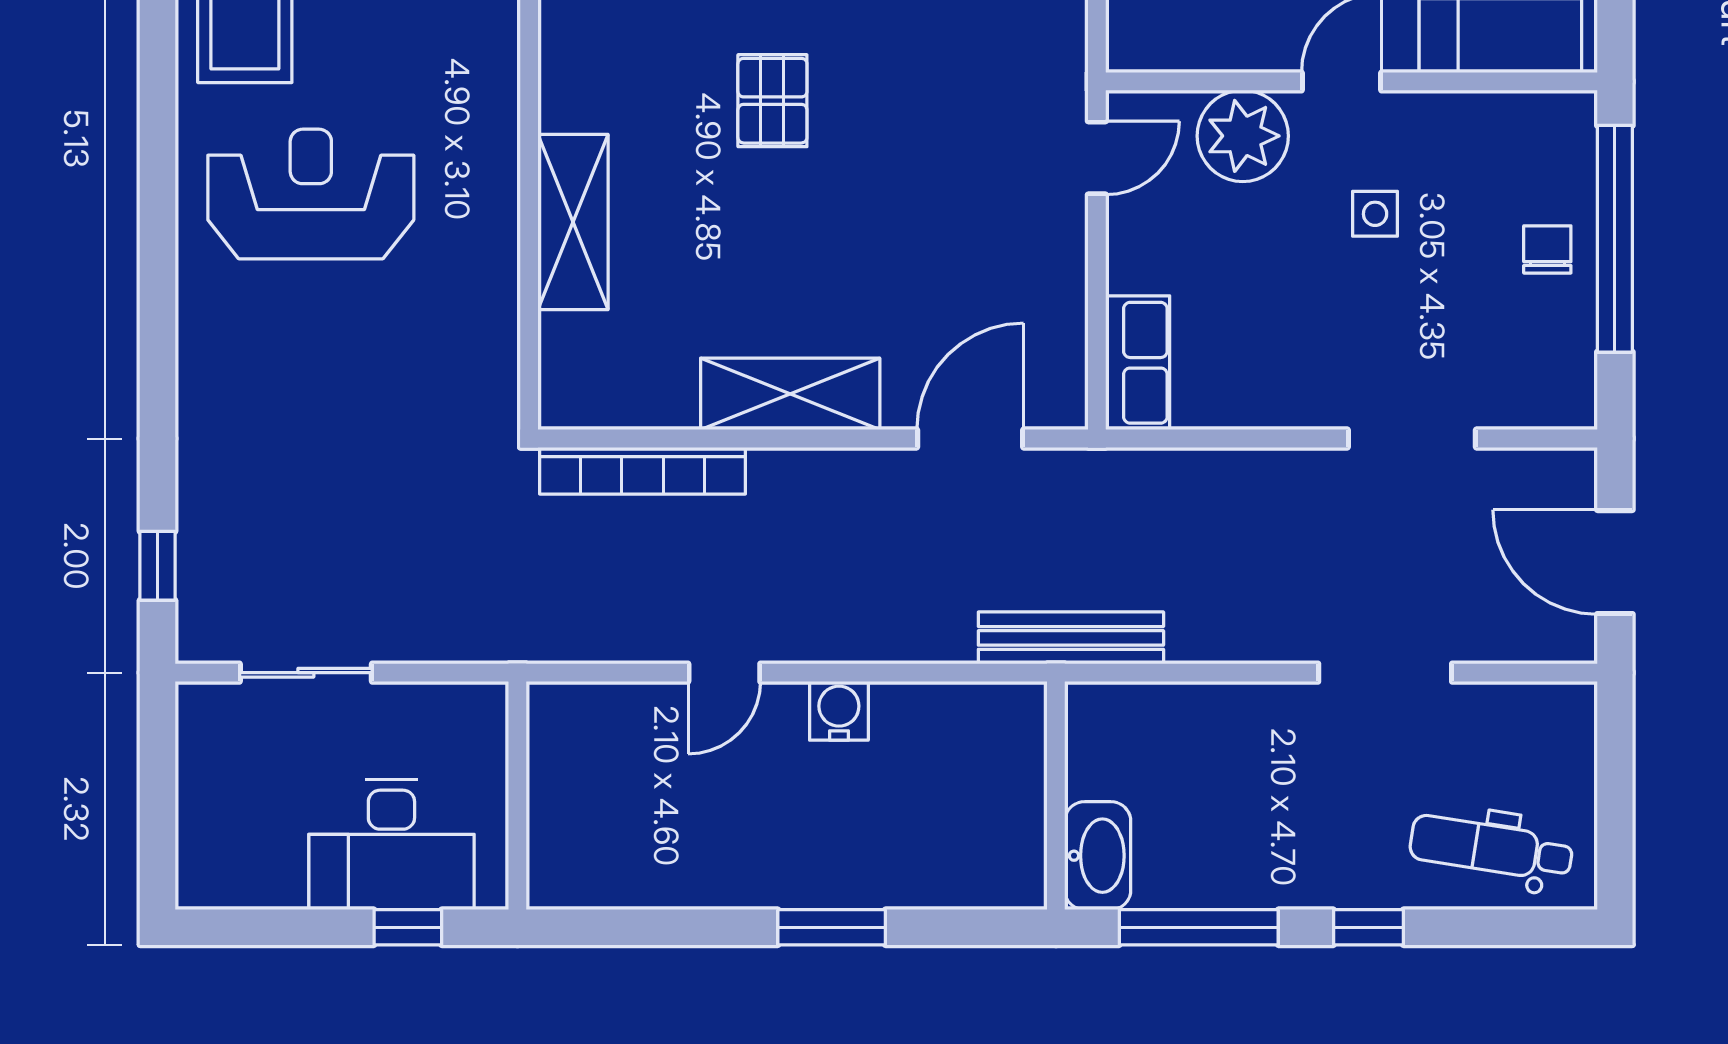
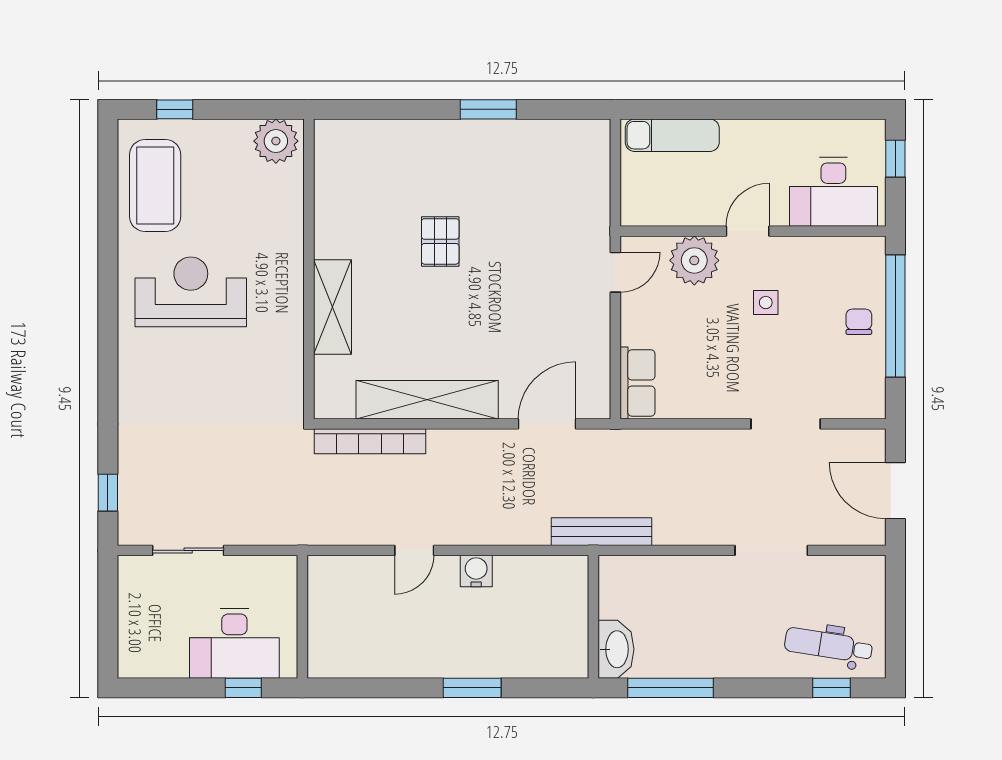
shelving: (790, 394) -> (427, 400), width x1.47
window: (1368, 927) -> (832, 688), moved

